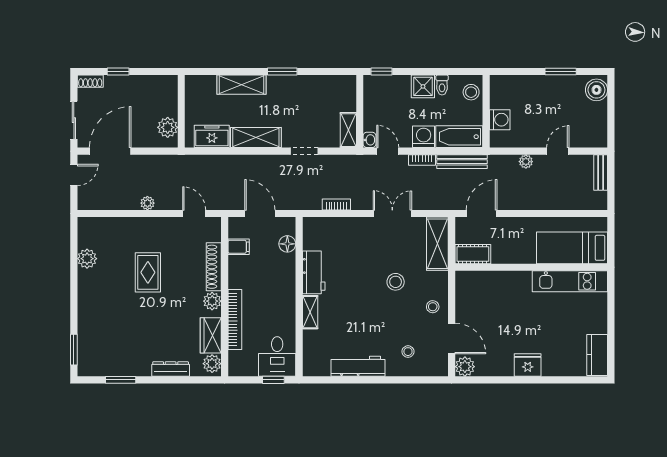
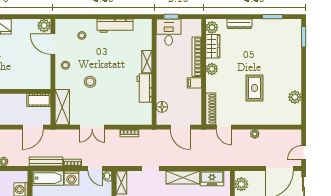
filing cabinet: (239, 247) -> (194, 83), moved
shoe rack: (214, 267) -> (211, 109), moved

